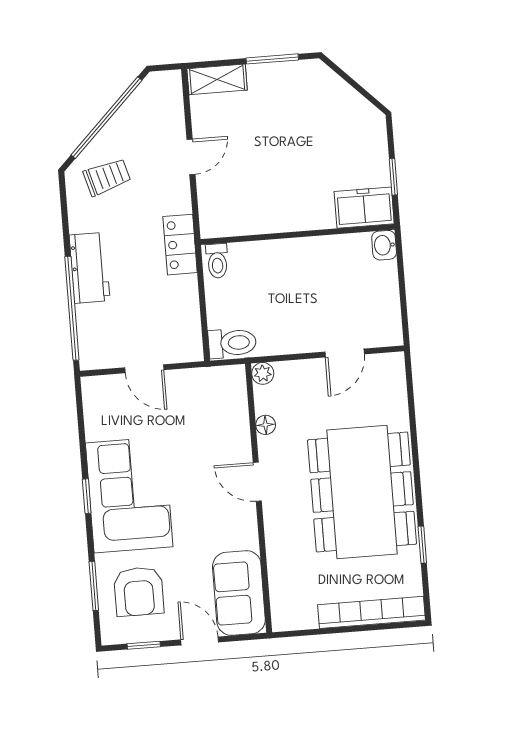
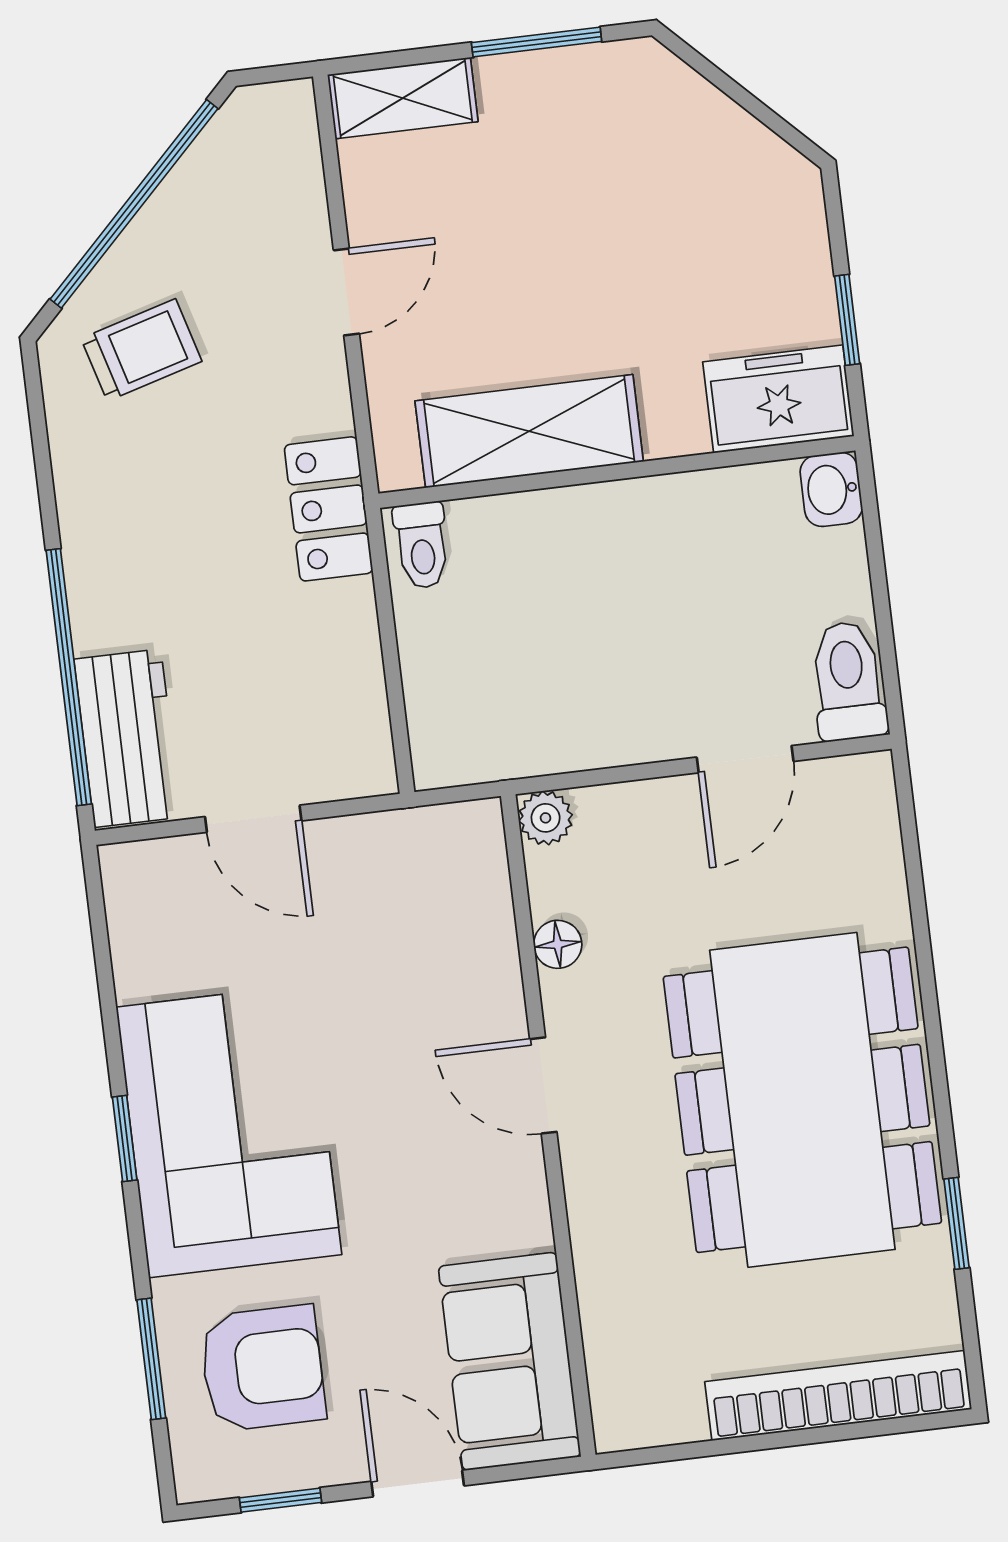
shelving: (263, 216) -> (529, 431), added
workbench: (90, 268) -> (127, 738), moved
toilet: (232, 343) -> (848, 681), moved, turned -90
armchair: (139, 592) -> (262, 1368), turned -90

